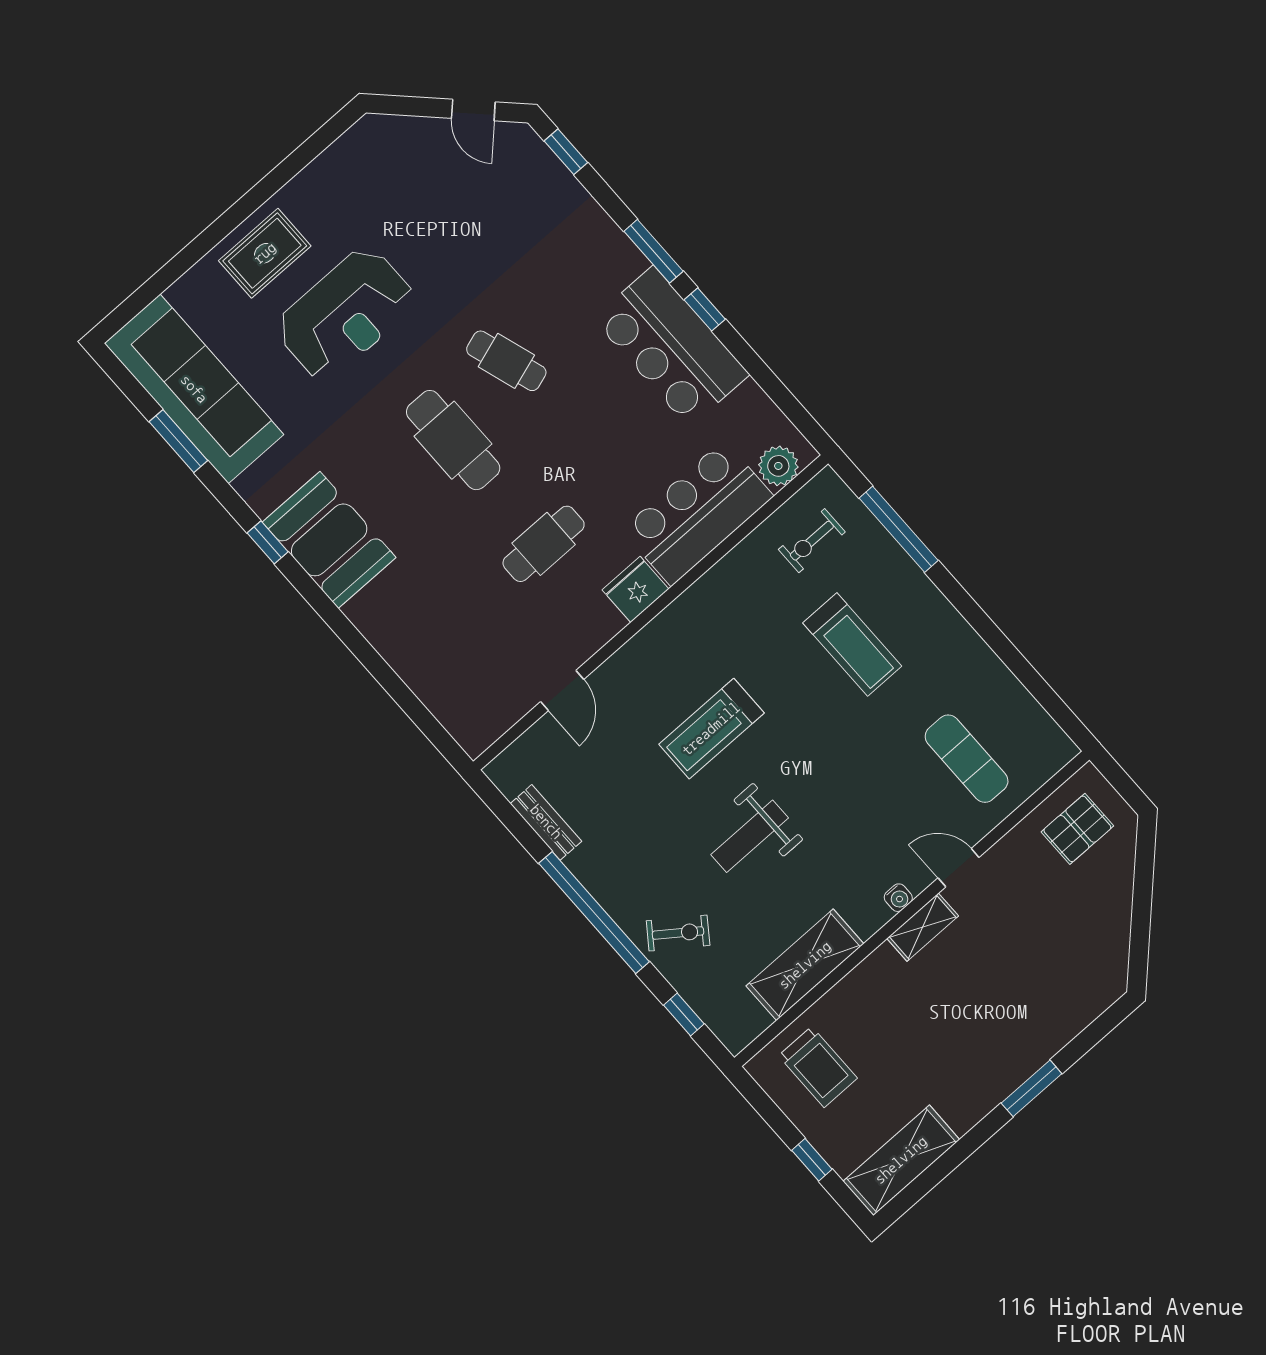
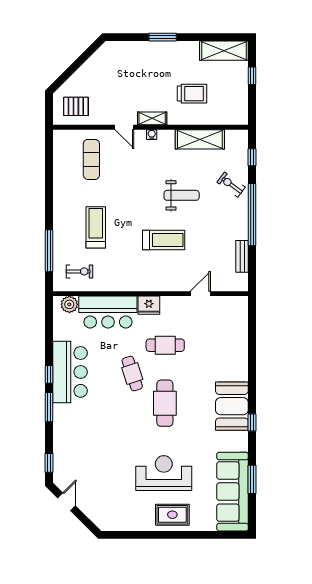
cafe table: (506, 361) -> (132, 374), moved
trolley: (818, 1067) -> (192, 94), moved, turned 90

